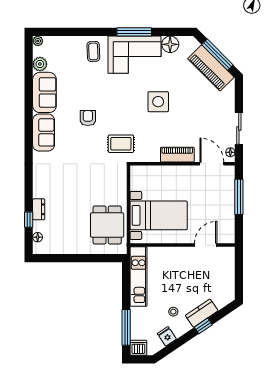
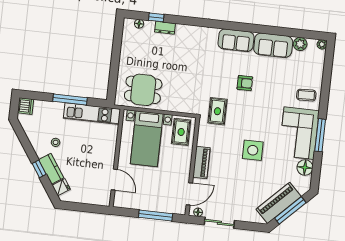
rug: (147, 180) -> (181, 132), added
window: (126, 327) -> (70, 100), moved
fridge: (167, 336) -> (61, 187), moved

